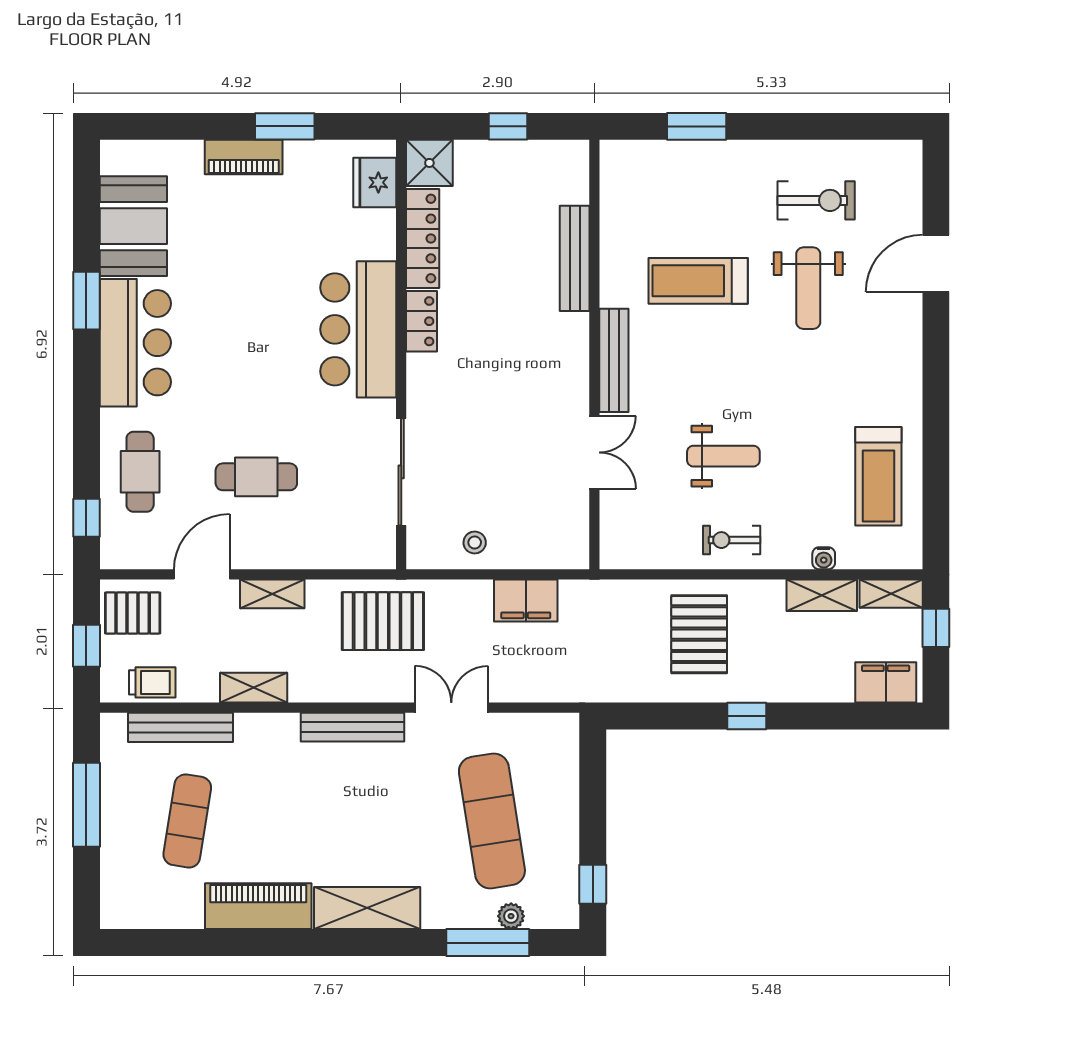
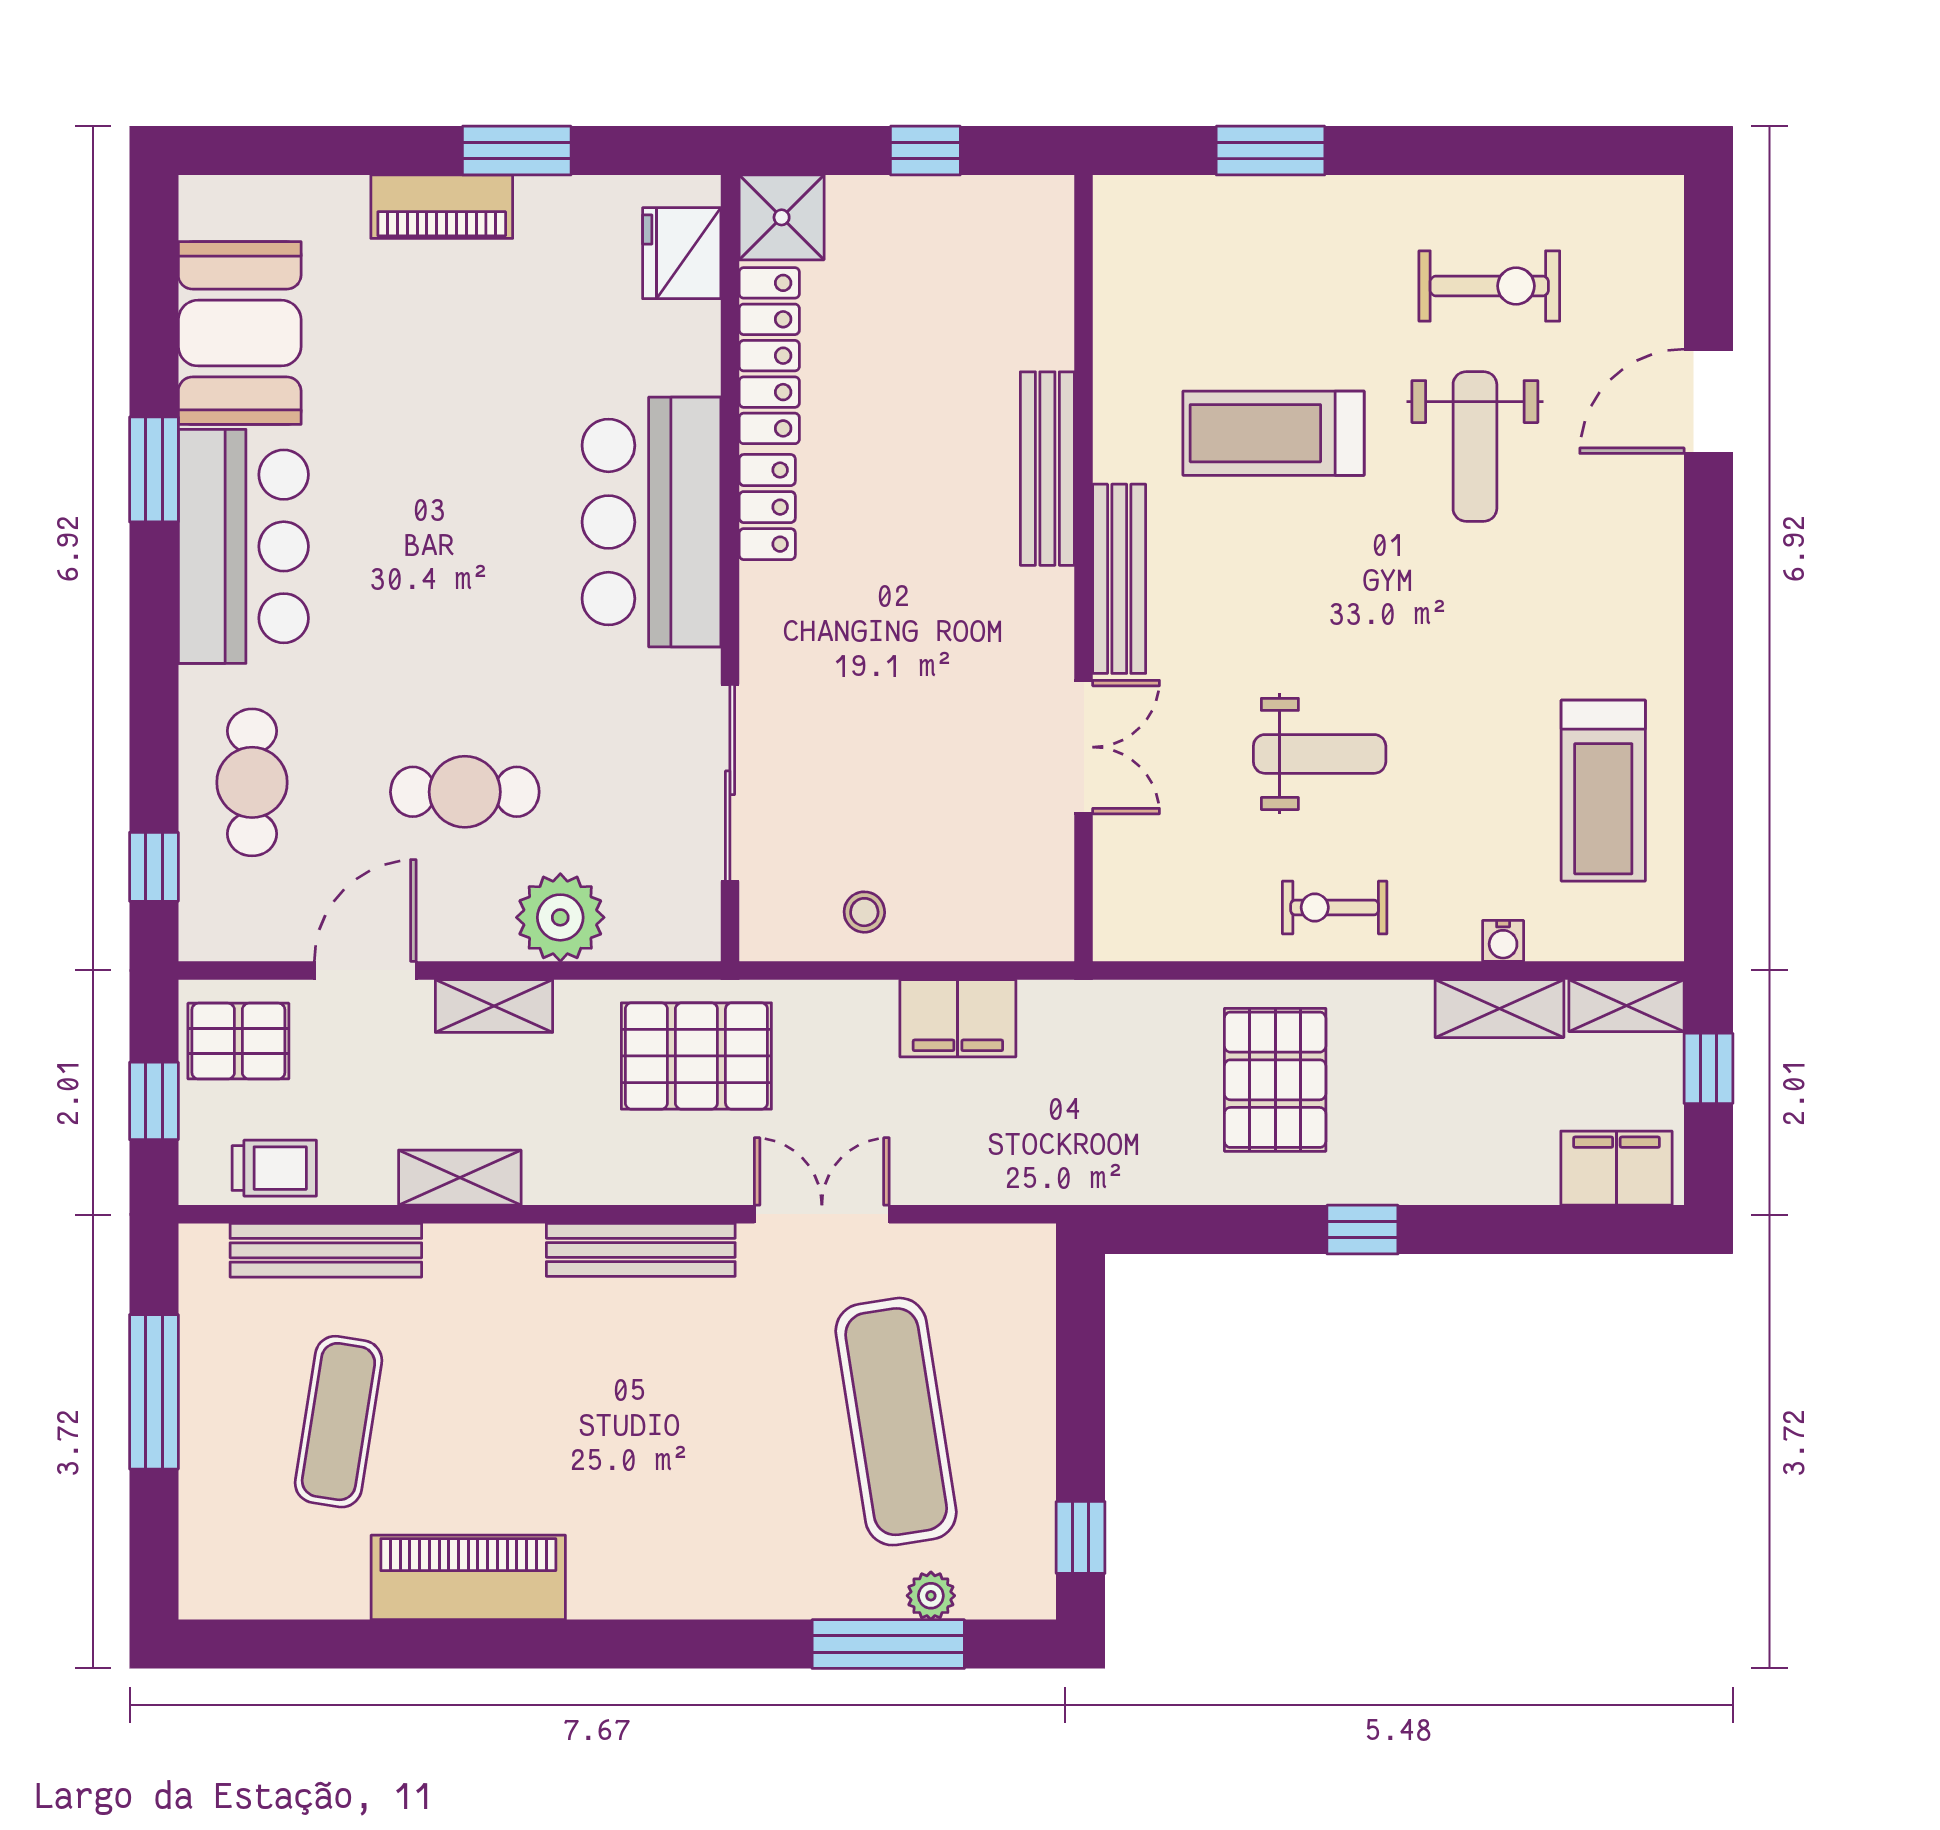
bench: (575, 258) -> (1047, 469), moved
plant: (308, 545) -> (560, 917), added
shelving: (367, 908) -> (667, 1581), removed

